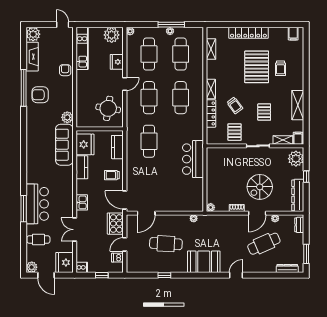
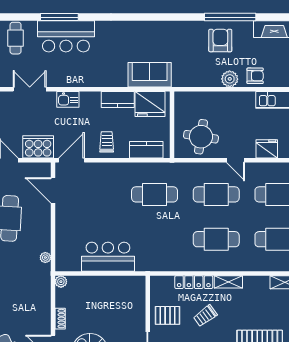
plant: (67, 117) -> (230, 79), moved
sofa: (64, 145) -> (150, 75), width x0.73
bar counter: (193, 159) -> (108, 257), moved

